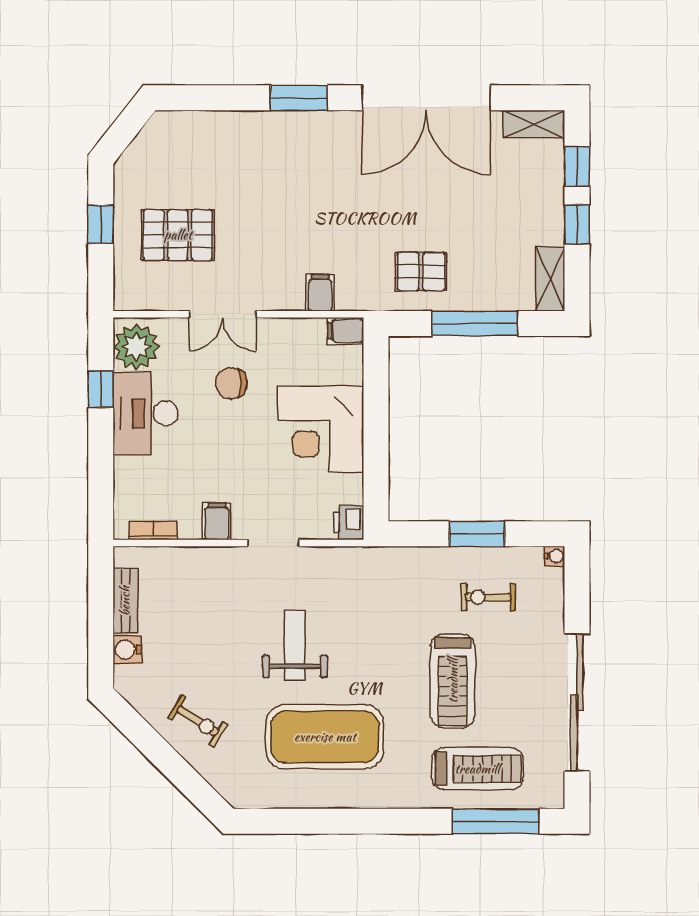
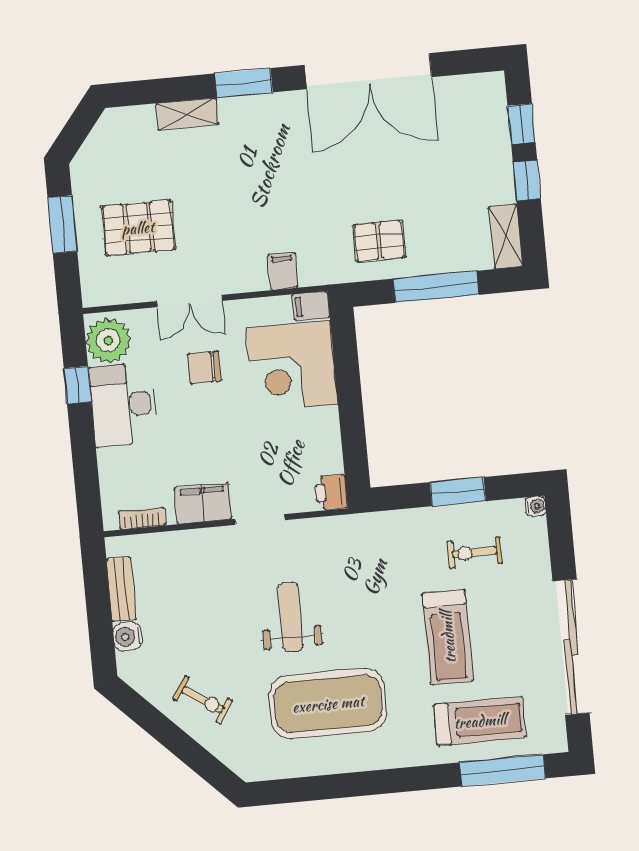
shelving: (534, 124) -> (187, 114), moved
window: (101, 224) -> (62, 224), width x1.50
corner desk: (320, 429) -> (292, 366), moved
filing cabinet: (217, 521) -> (203, 503), width x2.00

